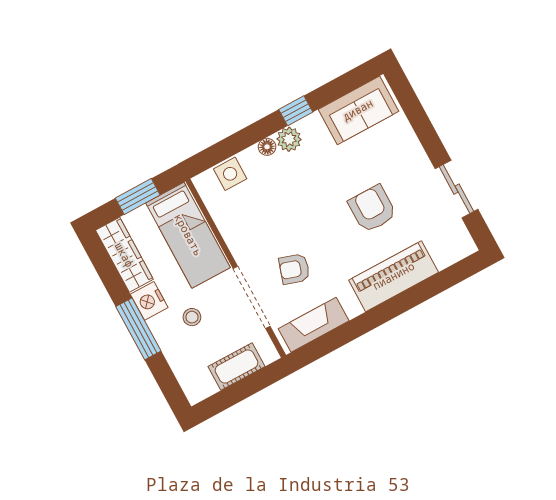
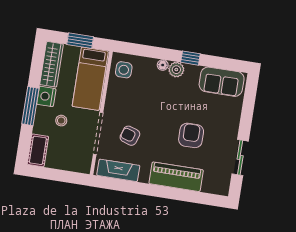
side table: (230, 174) -> (124, 70), moved
cot: (237, 367) -> (38, 150), moved, turned 90

